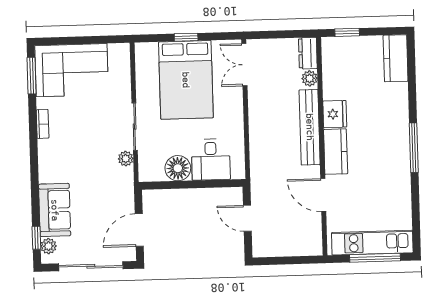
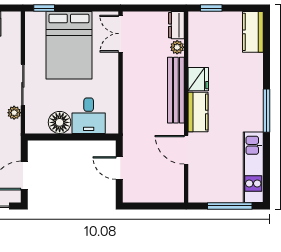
window: (186, 37) -> (44, 8), moved
kitchen unit: (372, 243) -> (253, 167), moved, turned -90

